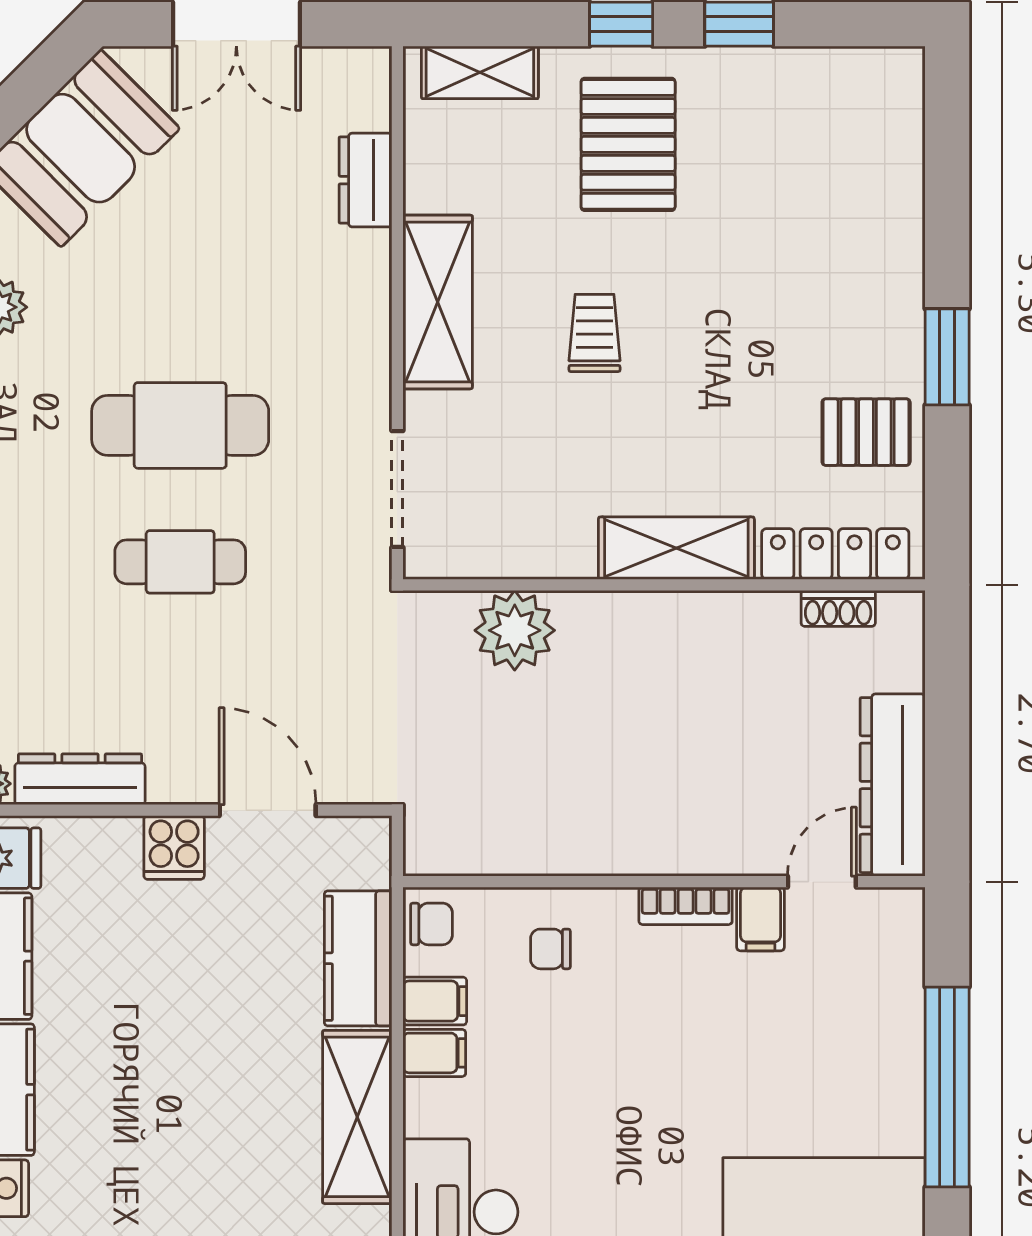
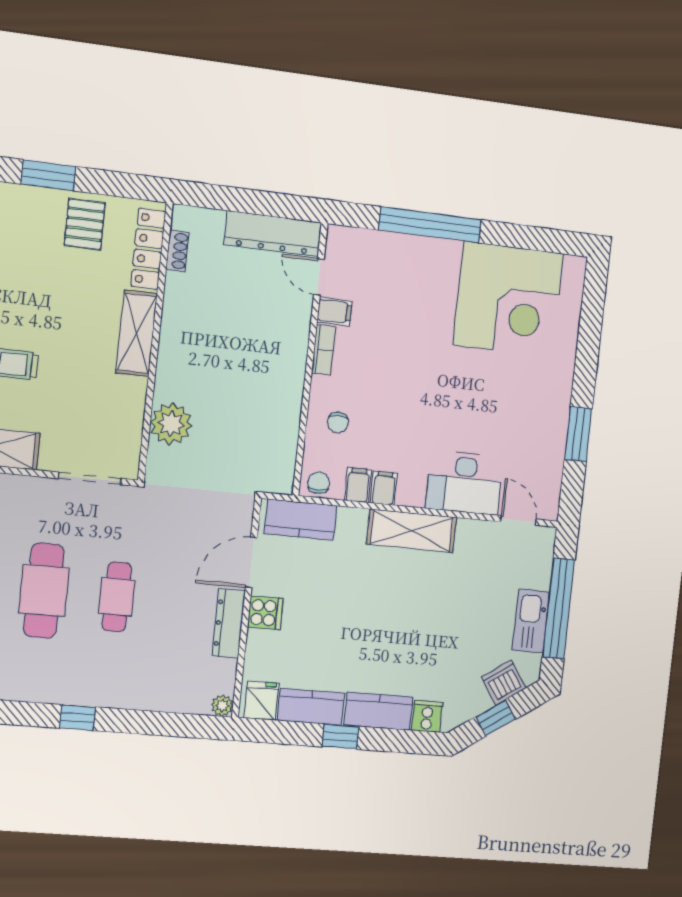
dresser: (80, 779) -> (229, 623), moved
kitchen counter: (358, 958) -> (301, 520), moved

